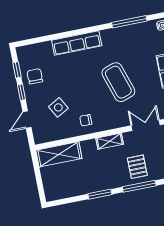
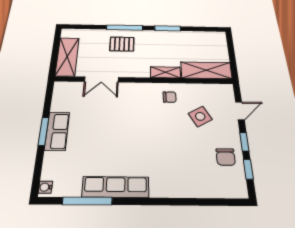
row of seats: (77, 43) -> (116, 187), moved
coffee table: (118, 82) -> (121, 130), removed
shelving: (110, 141) -> (166, 72), moved
pallet: (137, 167) -> (122, 44), turned 90

